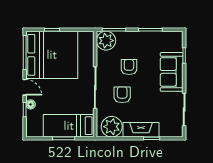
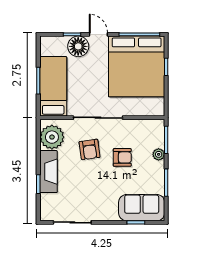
plant: (106, 41) -> (159, 154), moved, width x0.53, depth x0.53
sofa: (172, 72) -> (142, 208), moved
door: (25, 87) -> (98, 34), swing flipped
armchair: (122, 95) -> (90, 149), turned 82
floor lamp: (31, 104) -> (78, 46), width x1.89, depth x1.89

